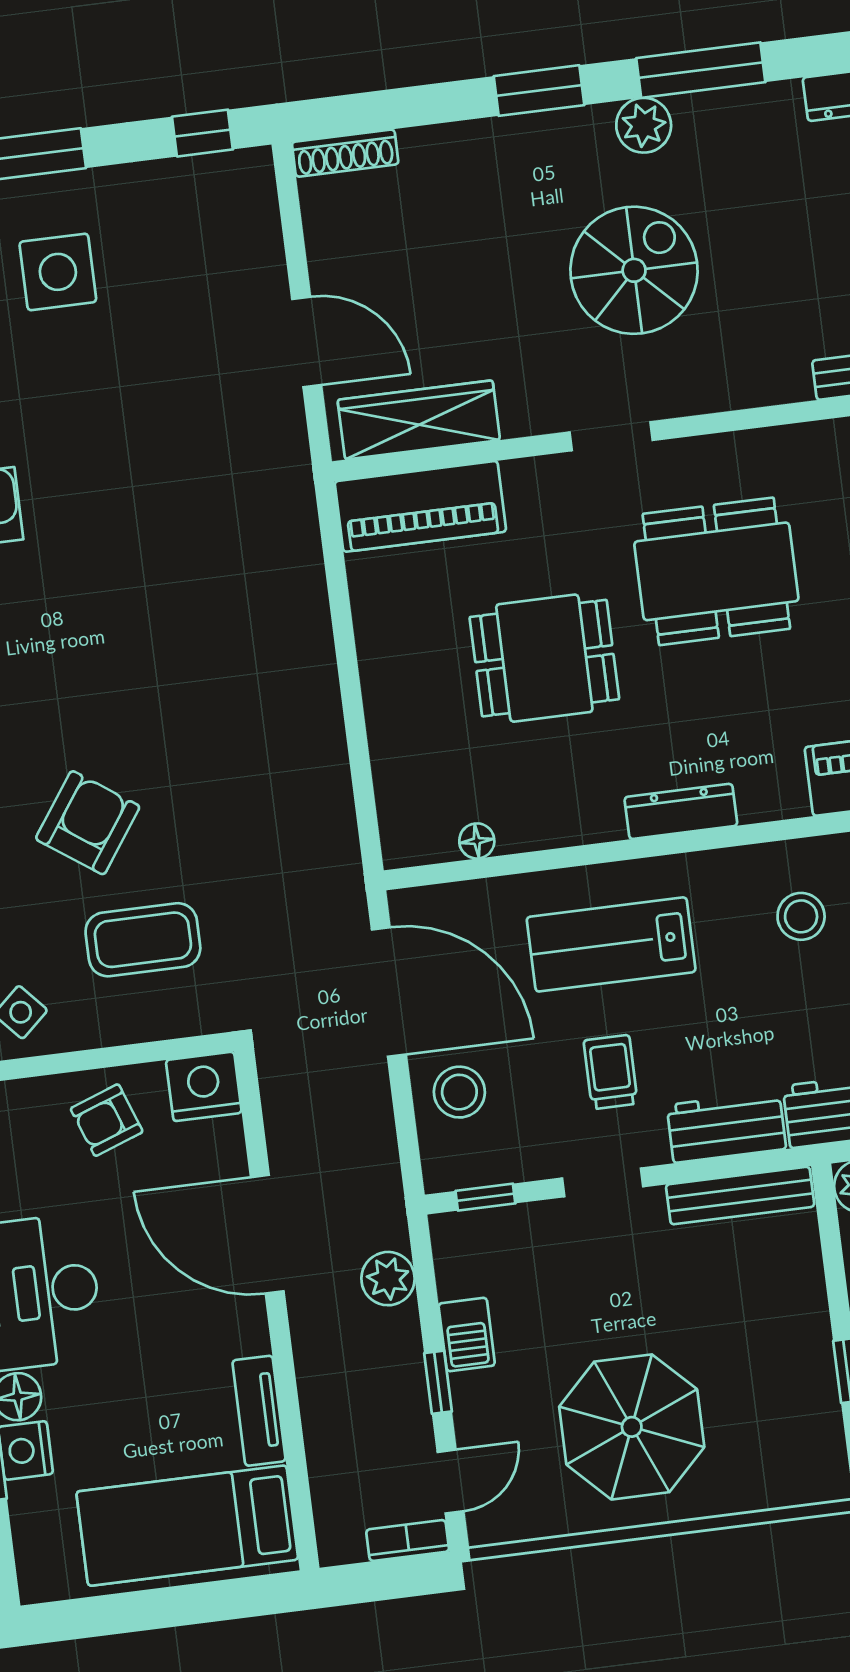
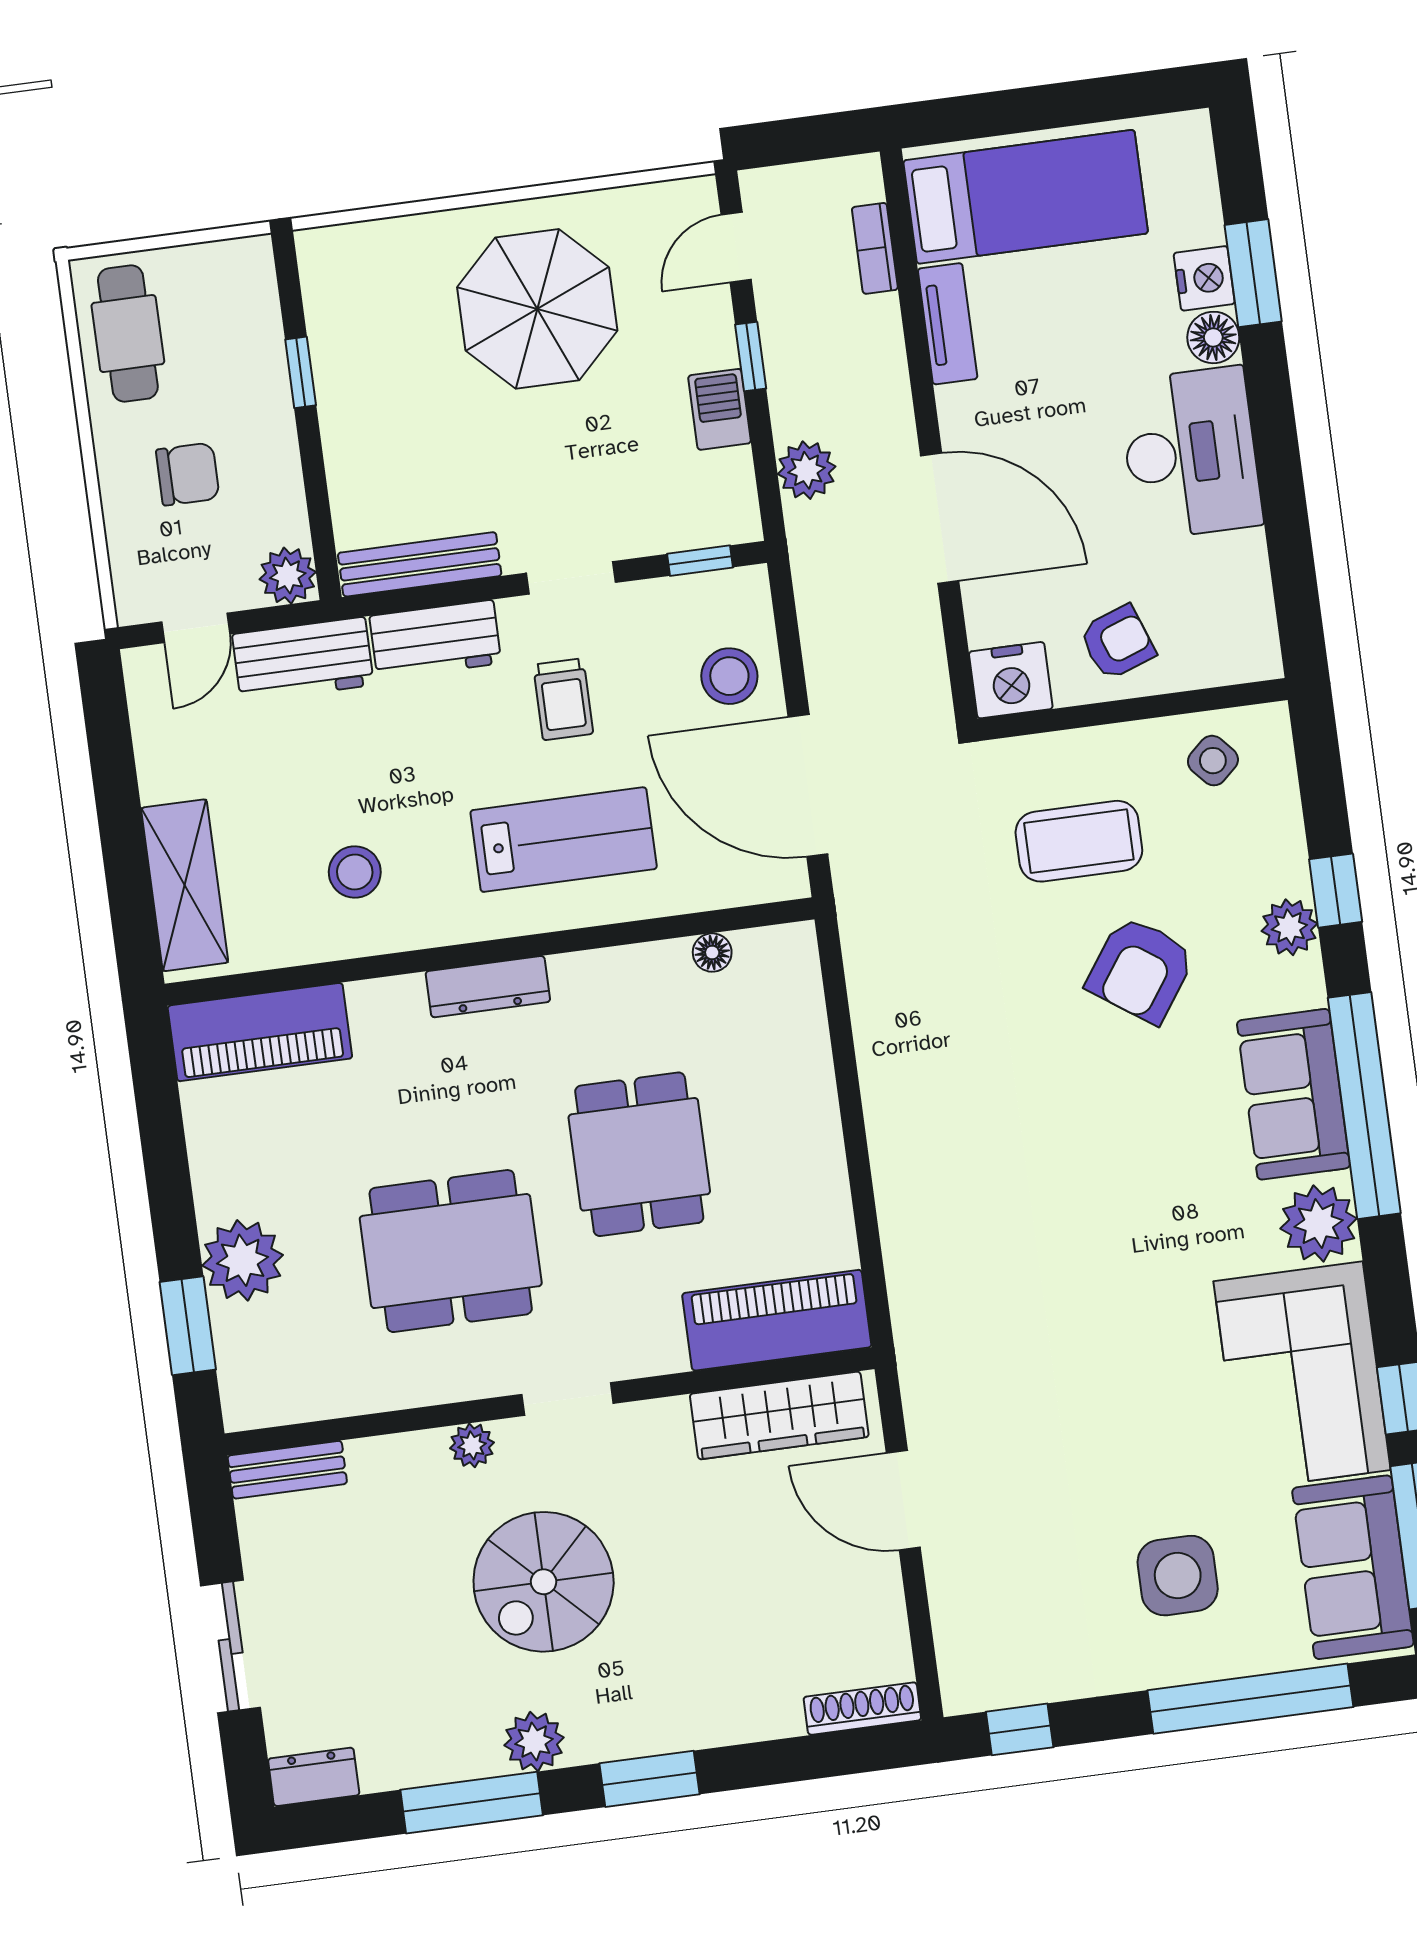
plant: (698, 395) -> (472, 1445), added
dining table: (544, 658) -> (639, 1154), turned 90
bookcase: (408, 1541) -> (875, 248), moved, turned 90

